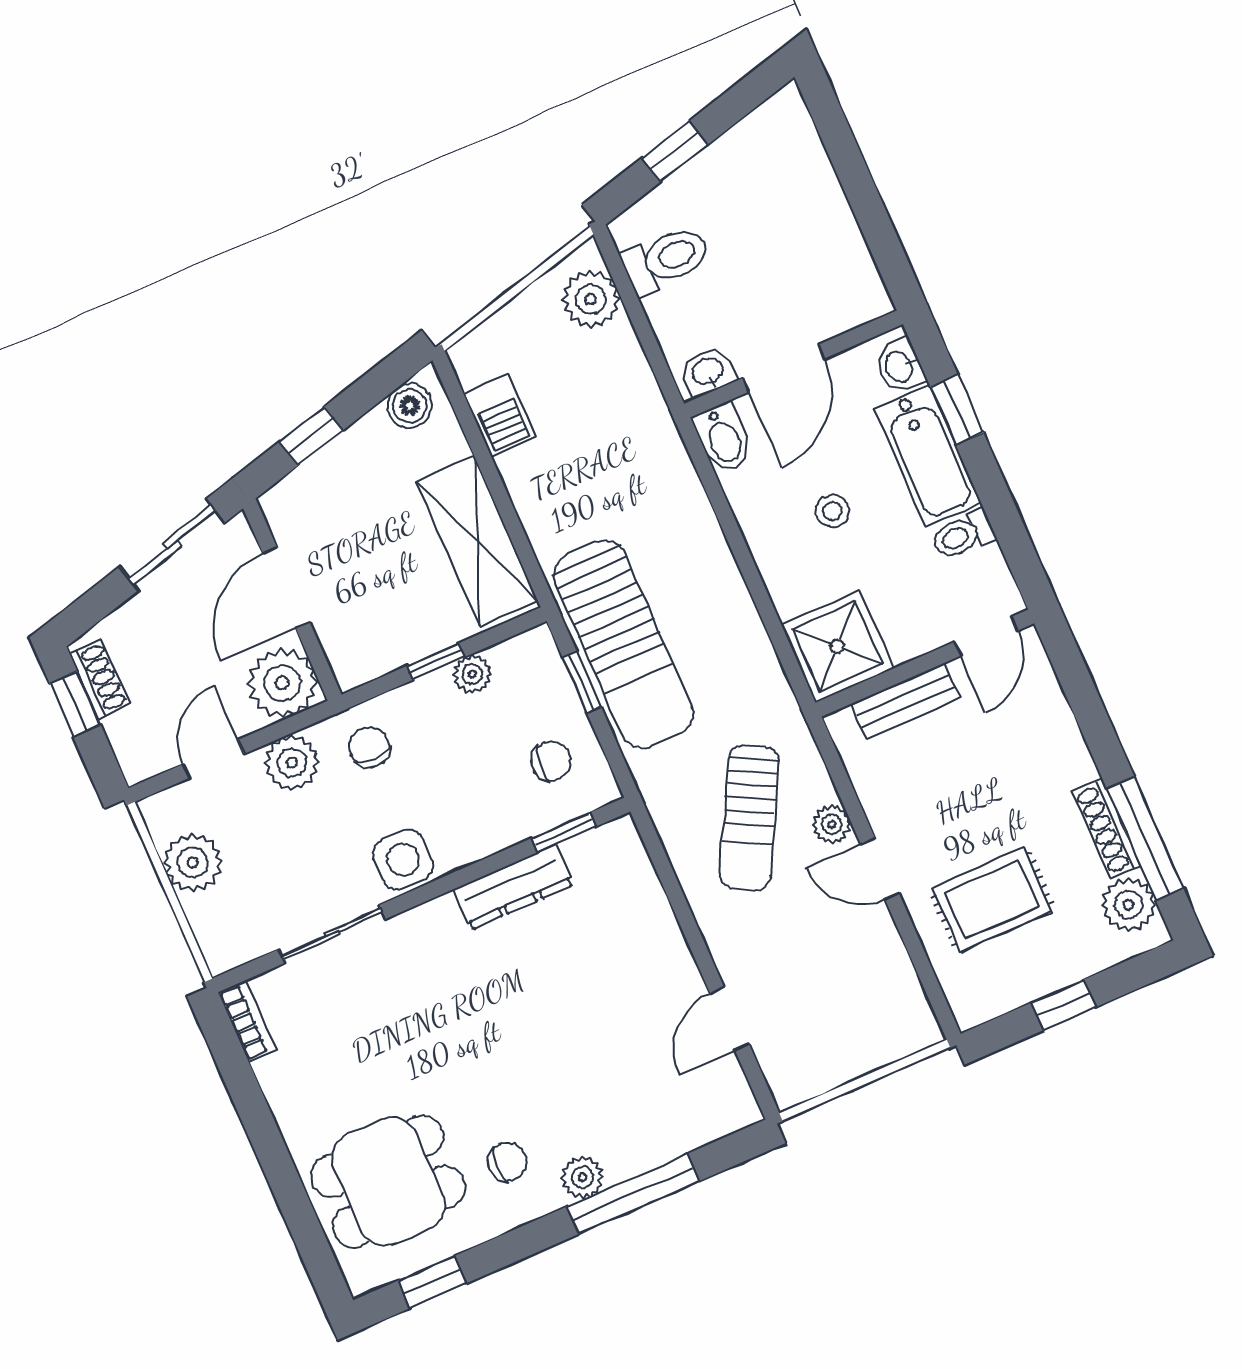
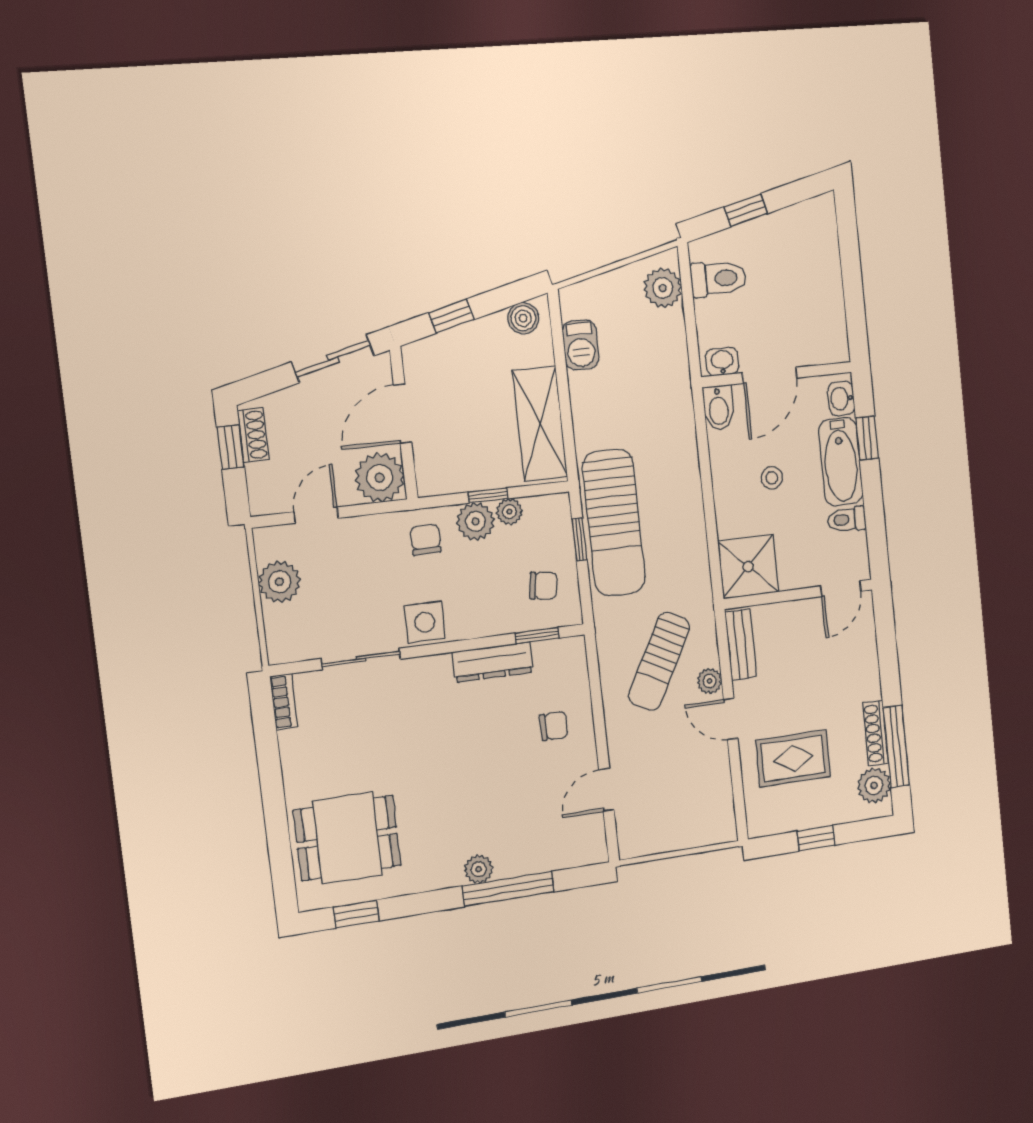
bench: (906, 701) -> (741, 645), moved, turned 90
plant: (292, 763) -> (475, 521), moved
chair: (507, 1162) -> (554, 726), moved

